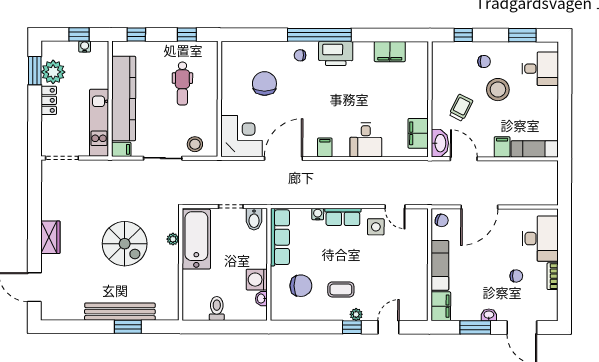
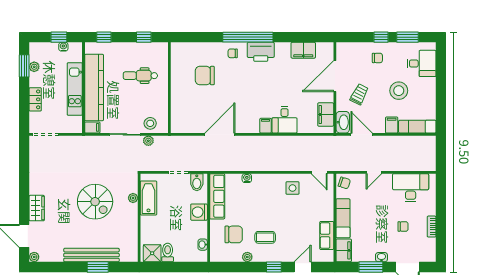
window: (463, 35) -> (381, 37), moved
plant: (53, 72) -> (34, 67), width x0.53, depth x0.53
dental chair: (182, 83) -> (140, 76), turned 90
chair: (264, 83) -> (205, 76), turned -90
door: (430, 85) -> (335, 76), added
stool: (498, 90) -> (399, 91), moved
locker: (49, 100) -> (35, 99), moved
kitchen unit: (99, 123) -> (75, 89), moved
corner desk: (242, 136) -> (187, 117), removed
filing cabinet: (325, 147) -> (266, 126), moved
plant: (193, 166) -> (148, 141), added
door: (395, 207) -> (319, 172), moved
door: (479, 207) -> (374, 172), width x0.53
row of seats: (343, 217) -> (327, 235), moved, turned 90
wardrobe: (50, 237) -> (37, 208), moved
bathtub: (196, 239) -> (148, 198), width x0.73, depth x0.73
desk: (540, 239) -> (411, 188), moved, turned -90
washing machine: (257, 280) -> (199, 212), moved
shower: (197, 309) -> (152, 253), added
plant: (47, 314) -> (34, 257), added
plant: (356, 314) -> (247, 257), moved

